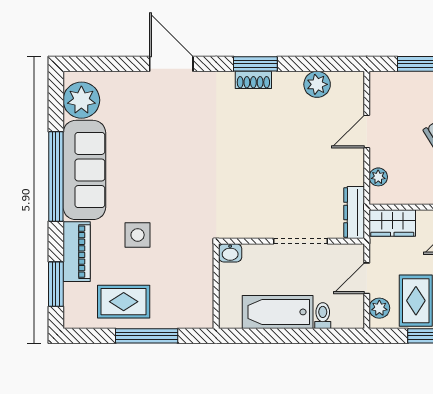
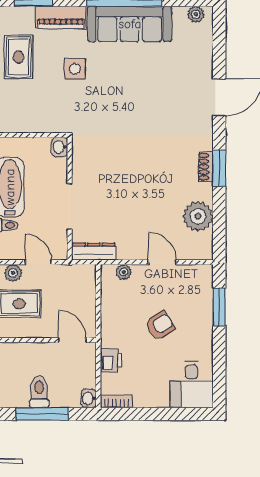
plant: (317, 84) -> (198, 216), width x1.36, depth x1.36
plant: (81, 100) -> (196, 14), width x0.53, depth x0.53
wardrobe: (392, 223) -> (85, 284), removed

